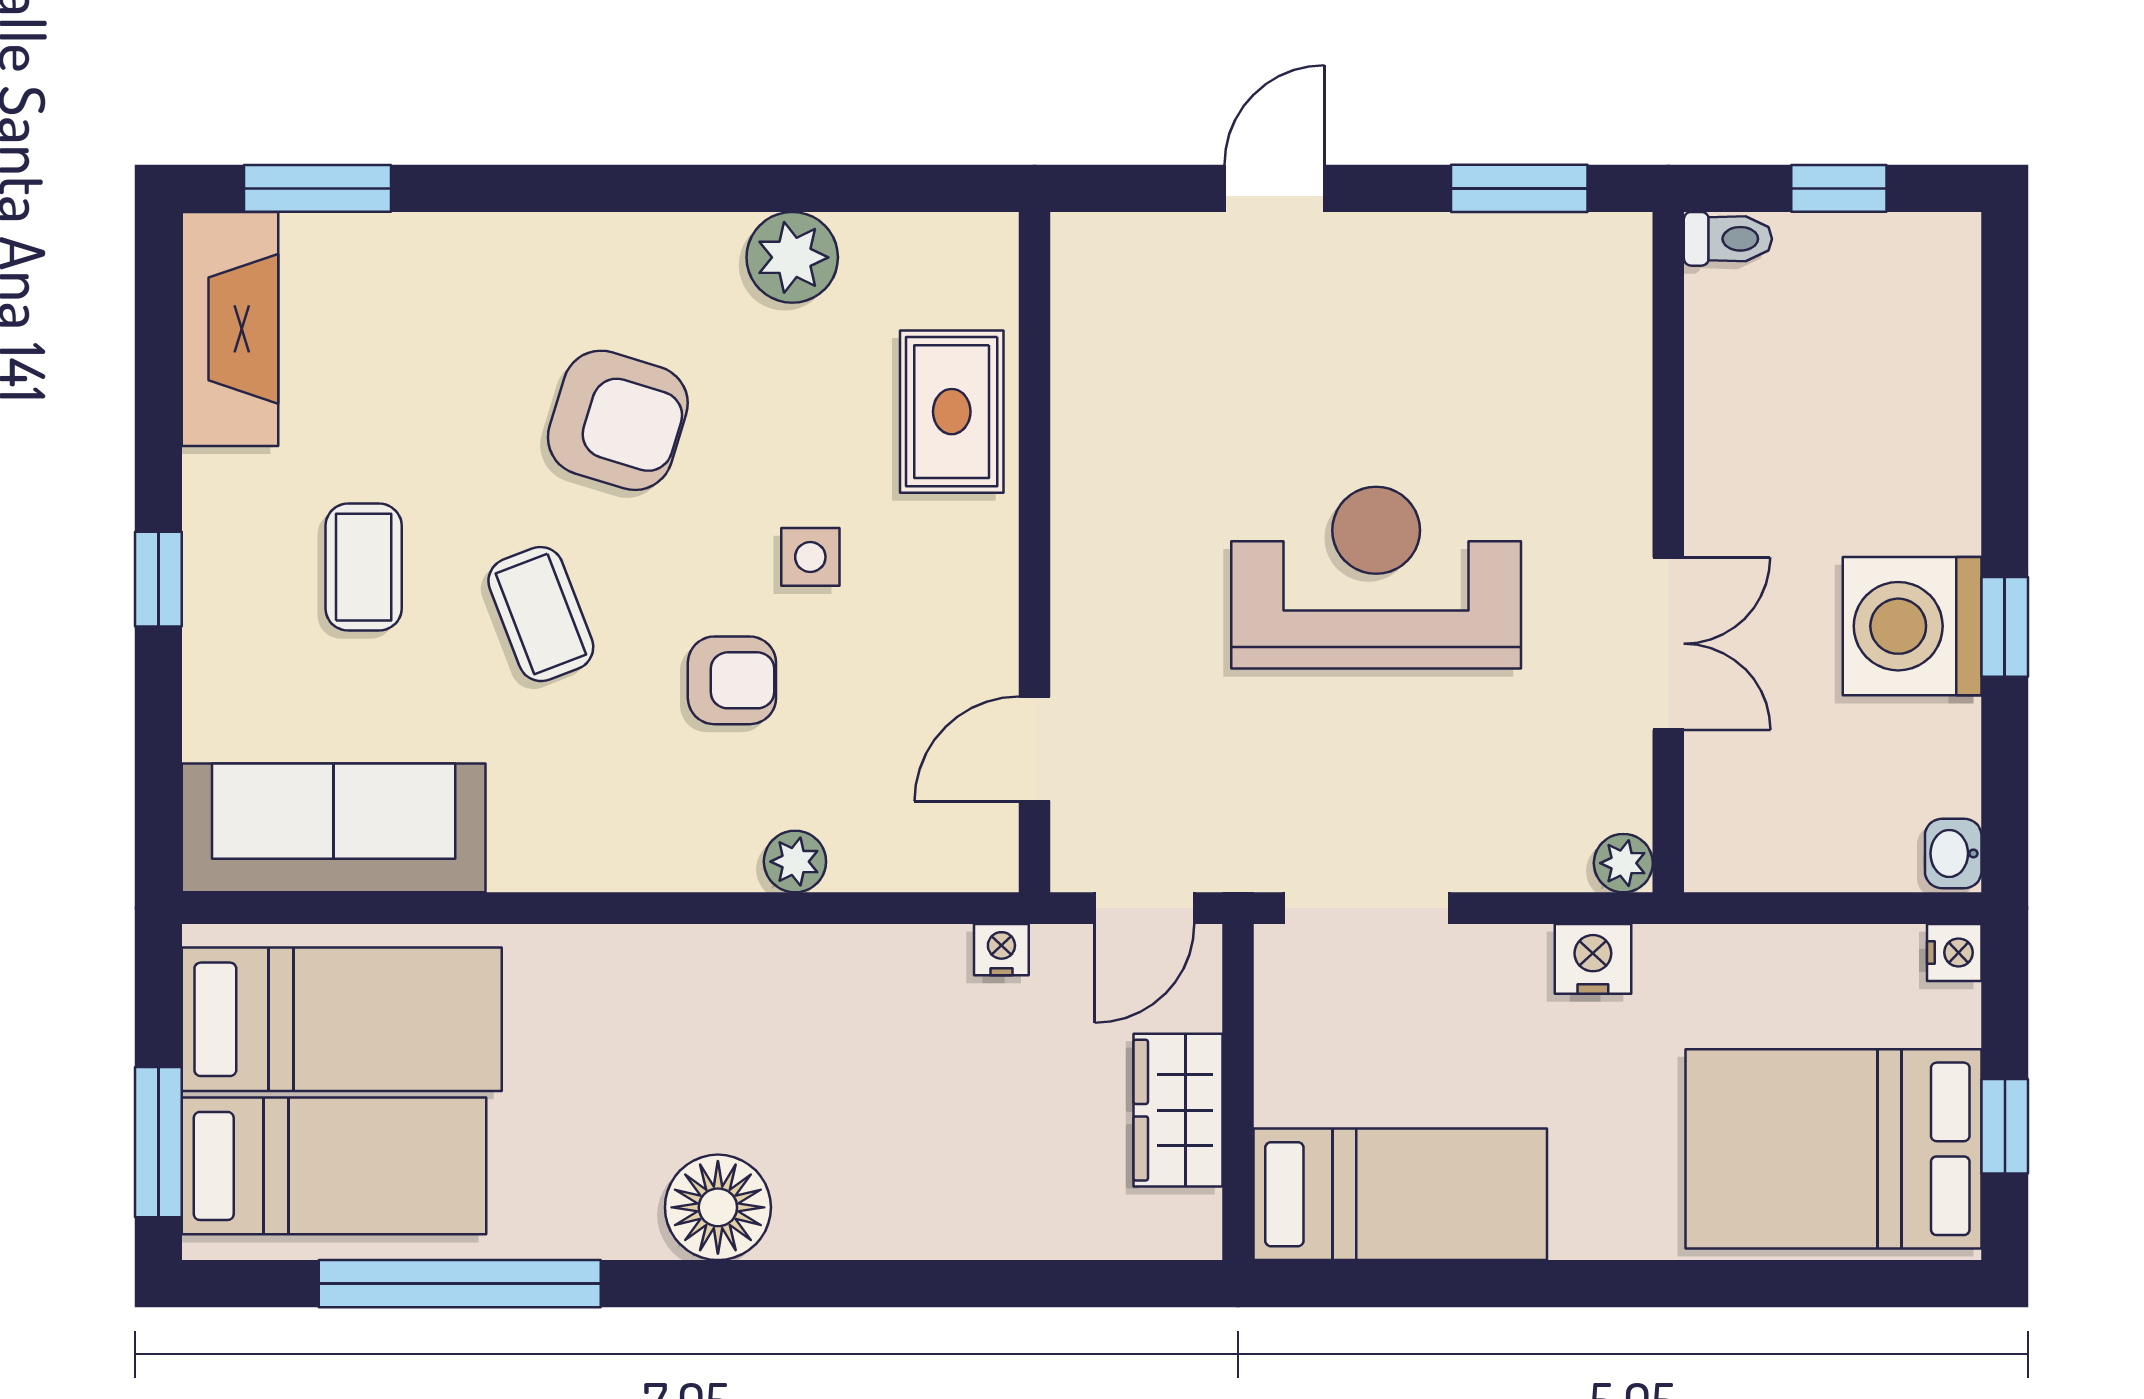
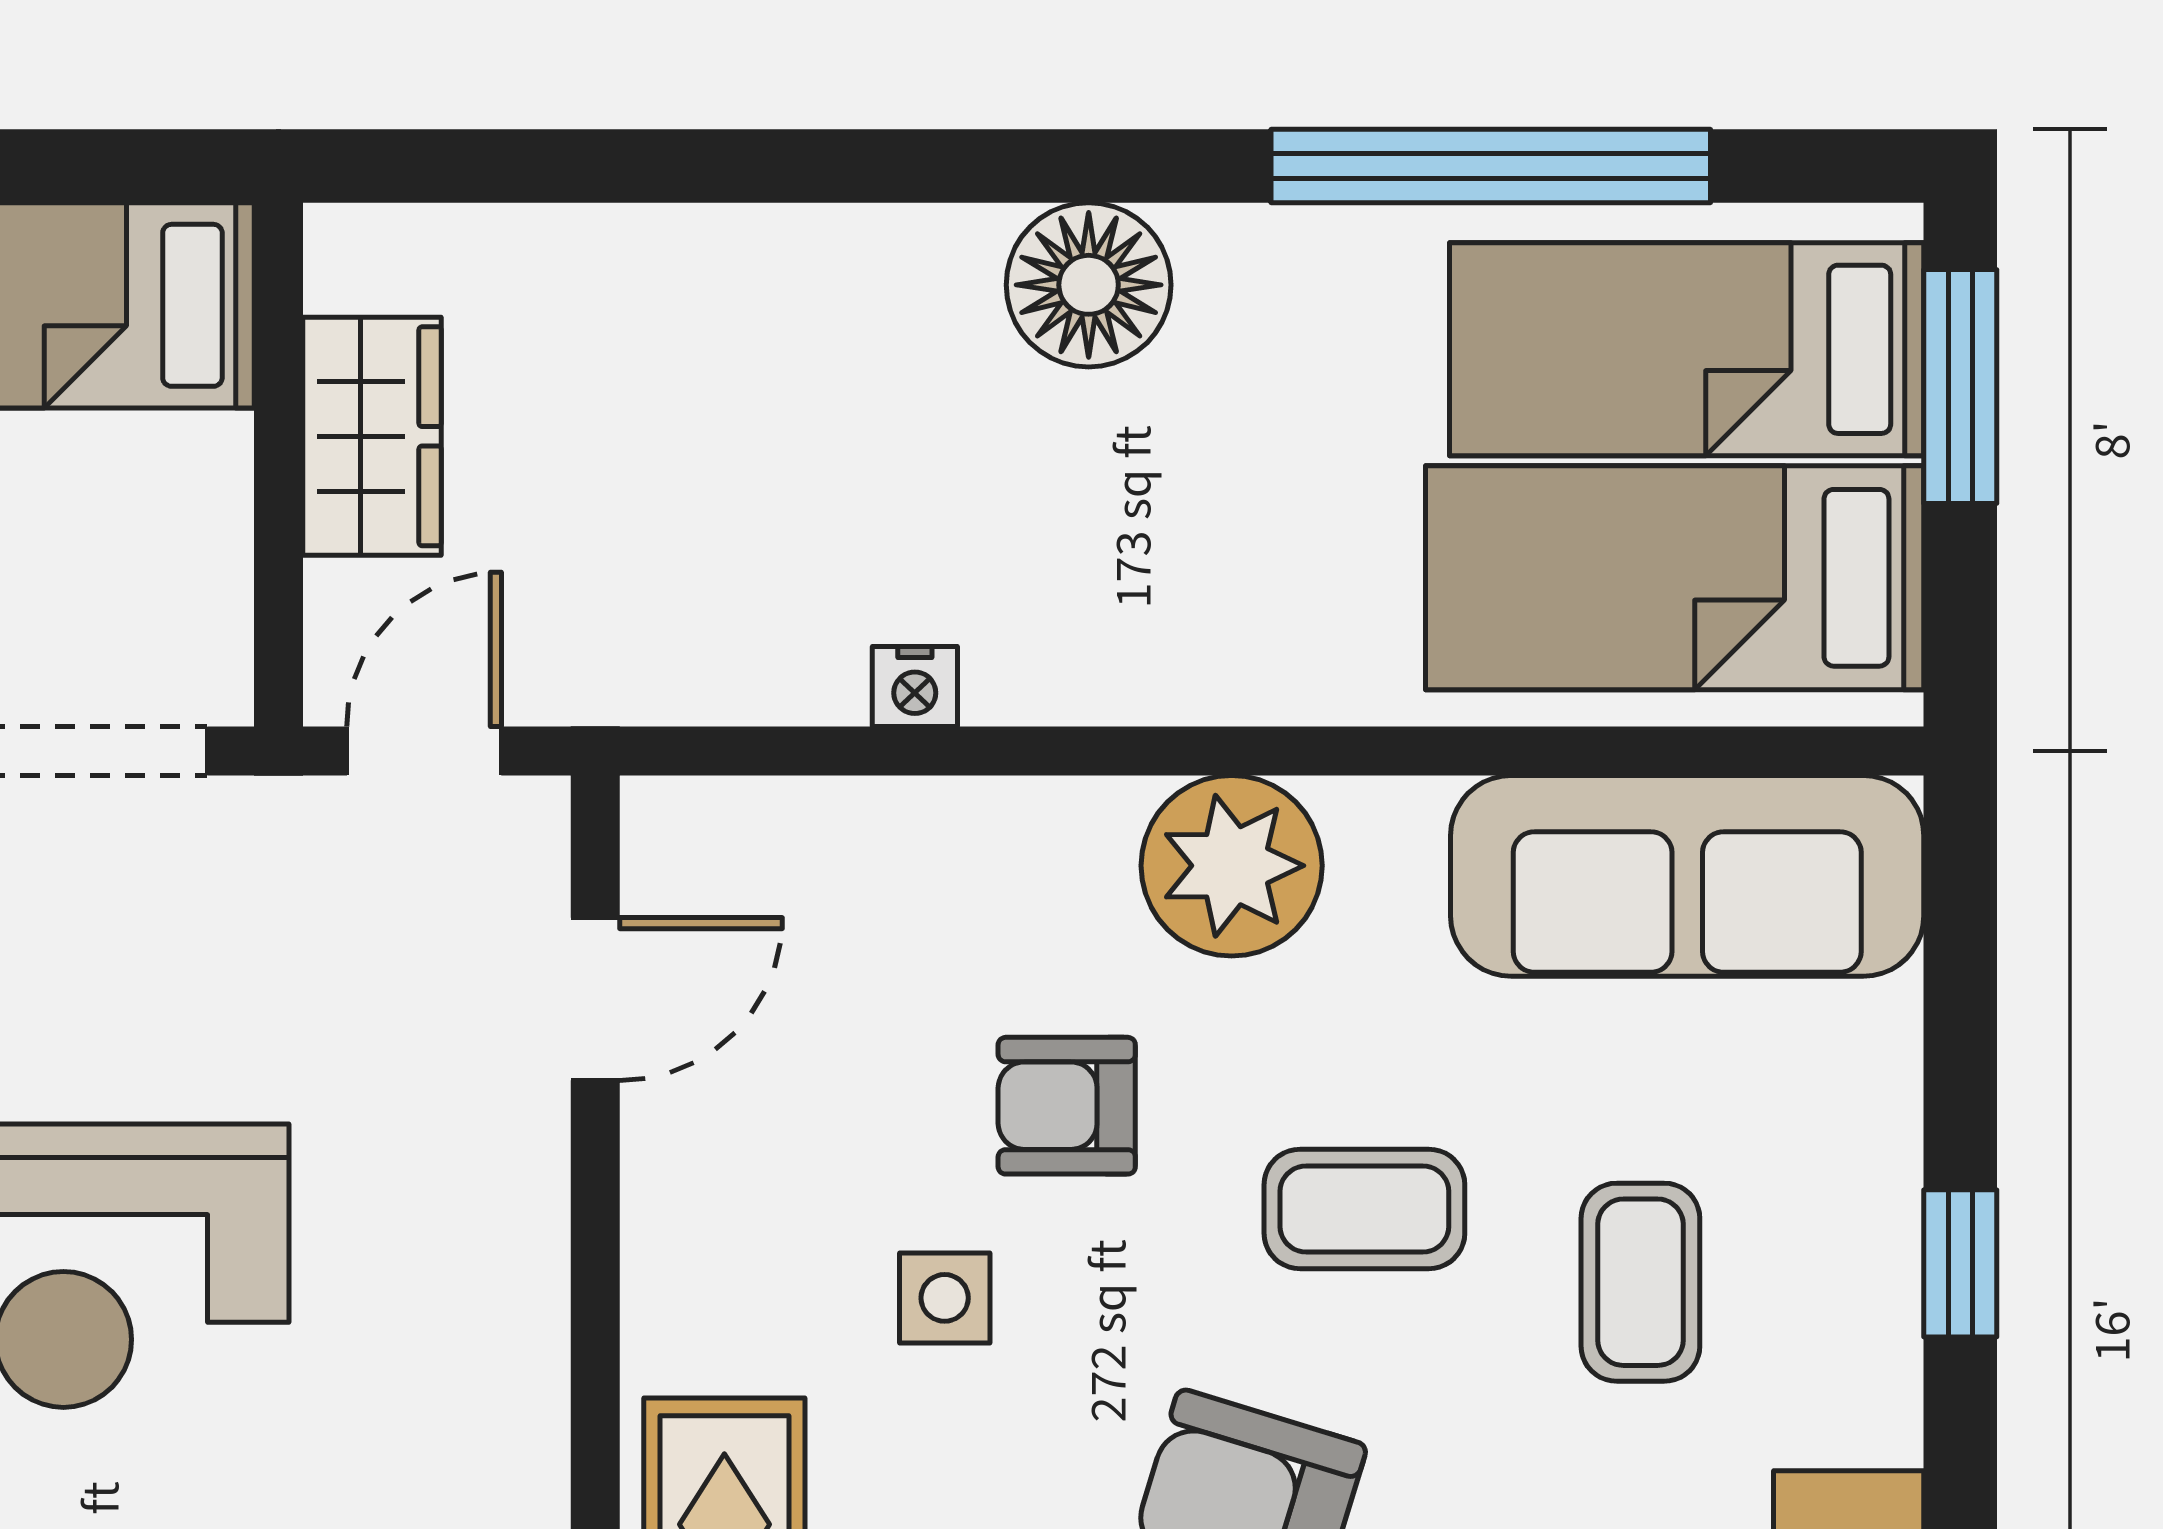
coffee table: (541, 614) -> (1364, 1209), turned -69
plant: (795, 862) -> (1232, 866), moved, width x1.88, depth x1.88
nightstand: (1001, 950) -> (915, 686), moved

